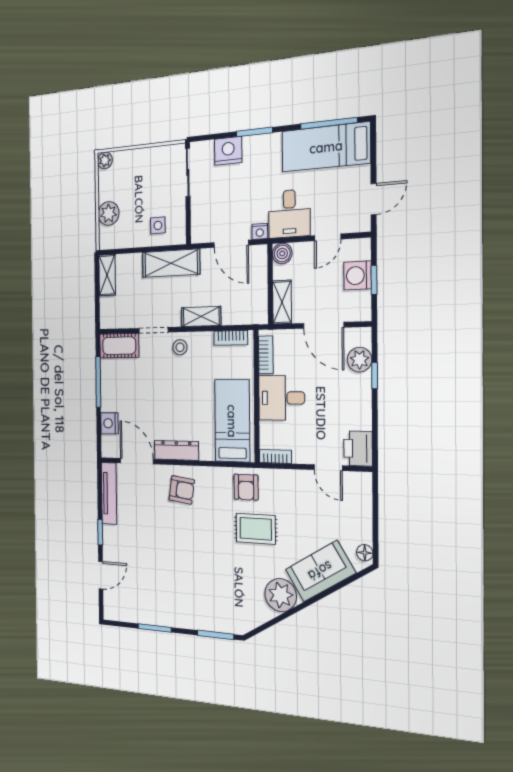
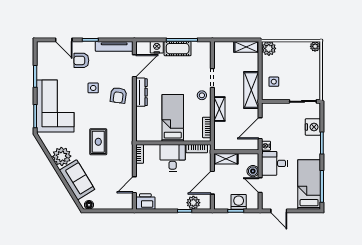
plant: (109, 213) -> (269, 48), moved
boiler: (282, 253) -> (253, 171), moved
cot: (119, 346) -> (178, 49), moved, turned 90
bed: (232, 421) -> (173, 118), moved, turned -90
armchair: (246, 487) -> (81, 60), moved
side table: (171, 532) -> (93, 88), added
corner sofa: (199, 599) -> (55, 106), added

